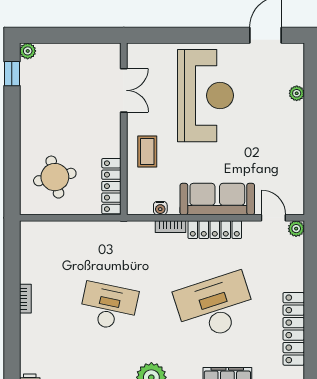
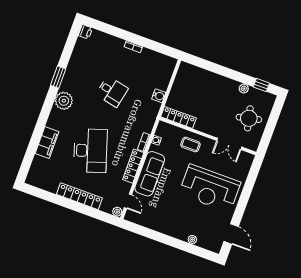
plant: (28, 51) -> (244, 89), moved
round table: (55, 177) -> (249, 118), moved
door: (273, 218) -> (128, 201), hinge flipped
water cooler: (88, 230) -> (159, 96), added
desk: (109, 306) -> (112, 91), width x0.73
locker: (294, 329) -> (79, 196), moved

